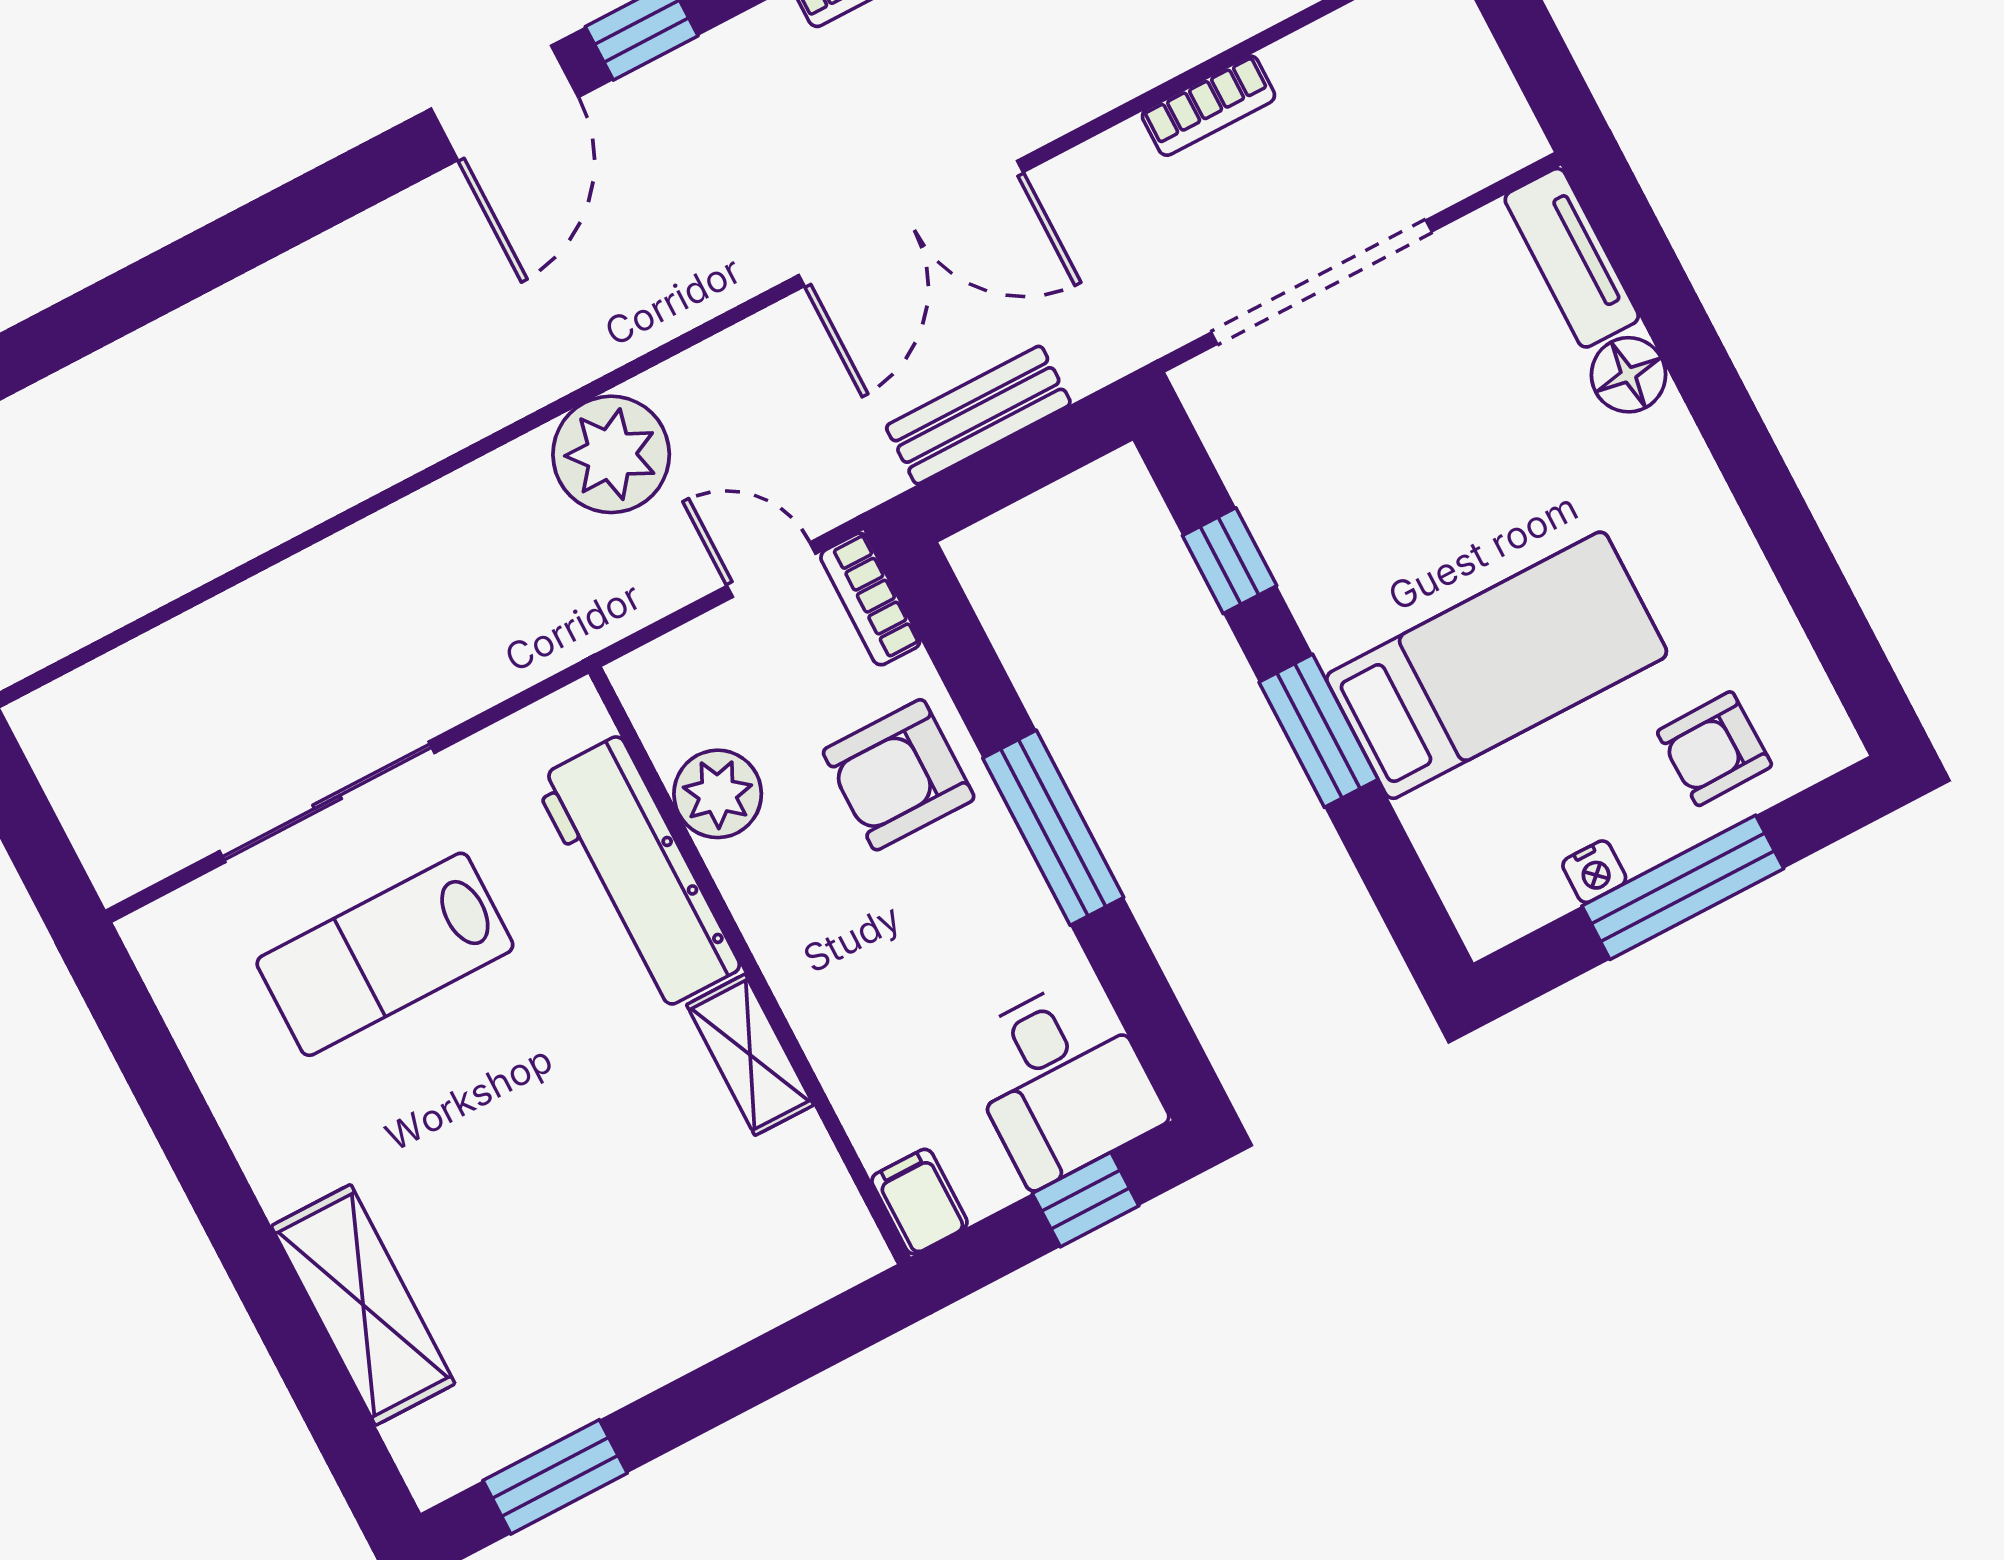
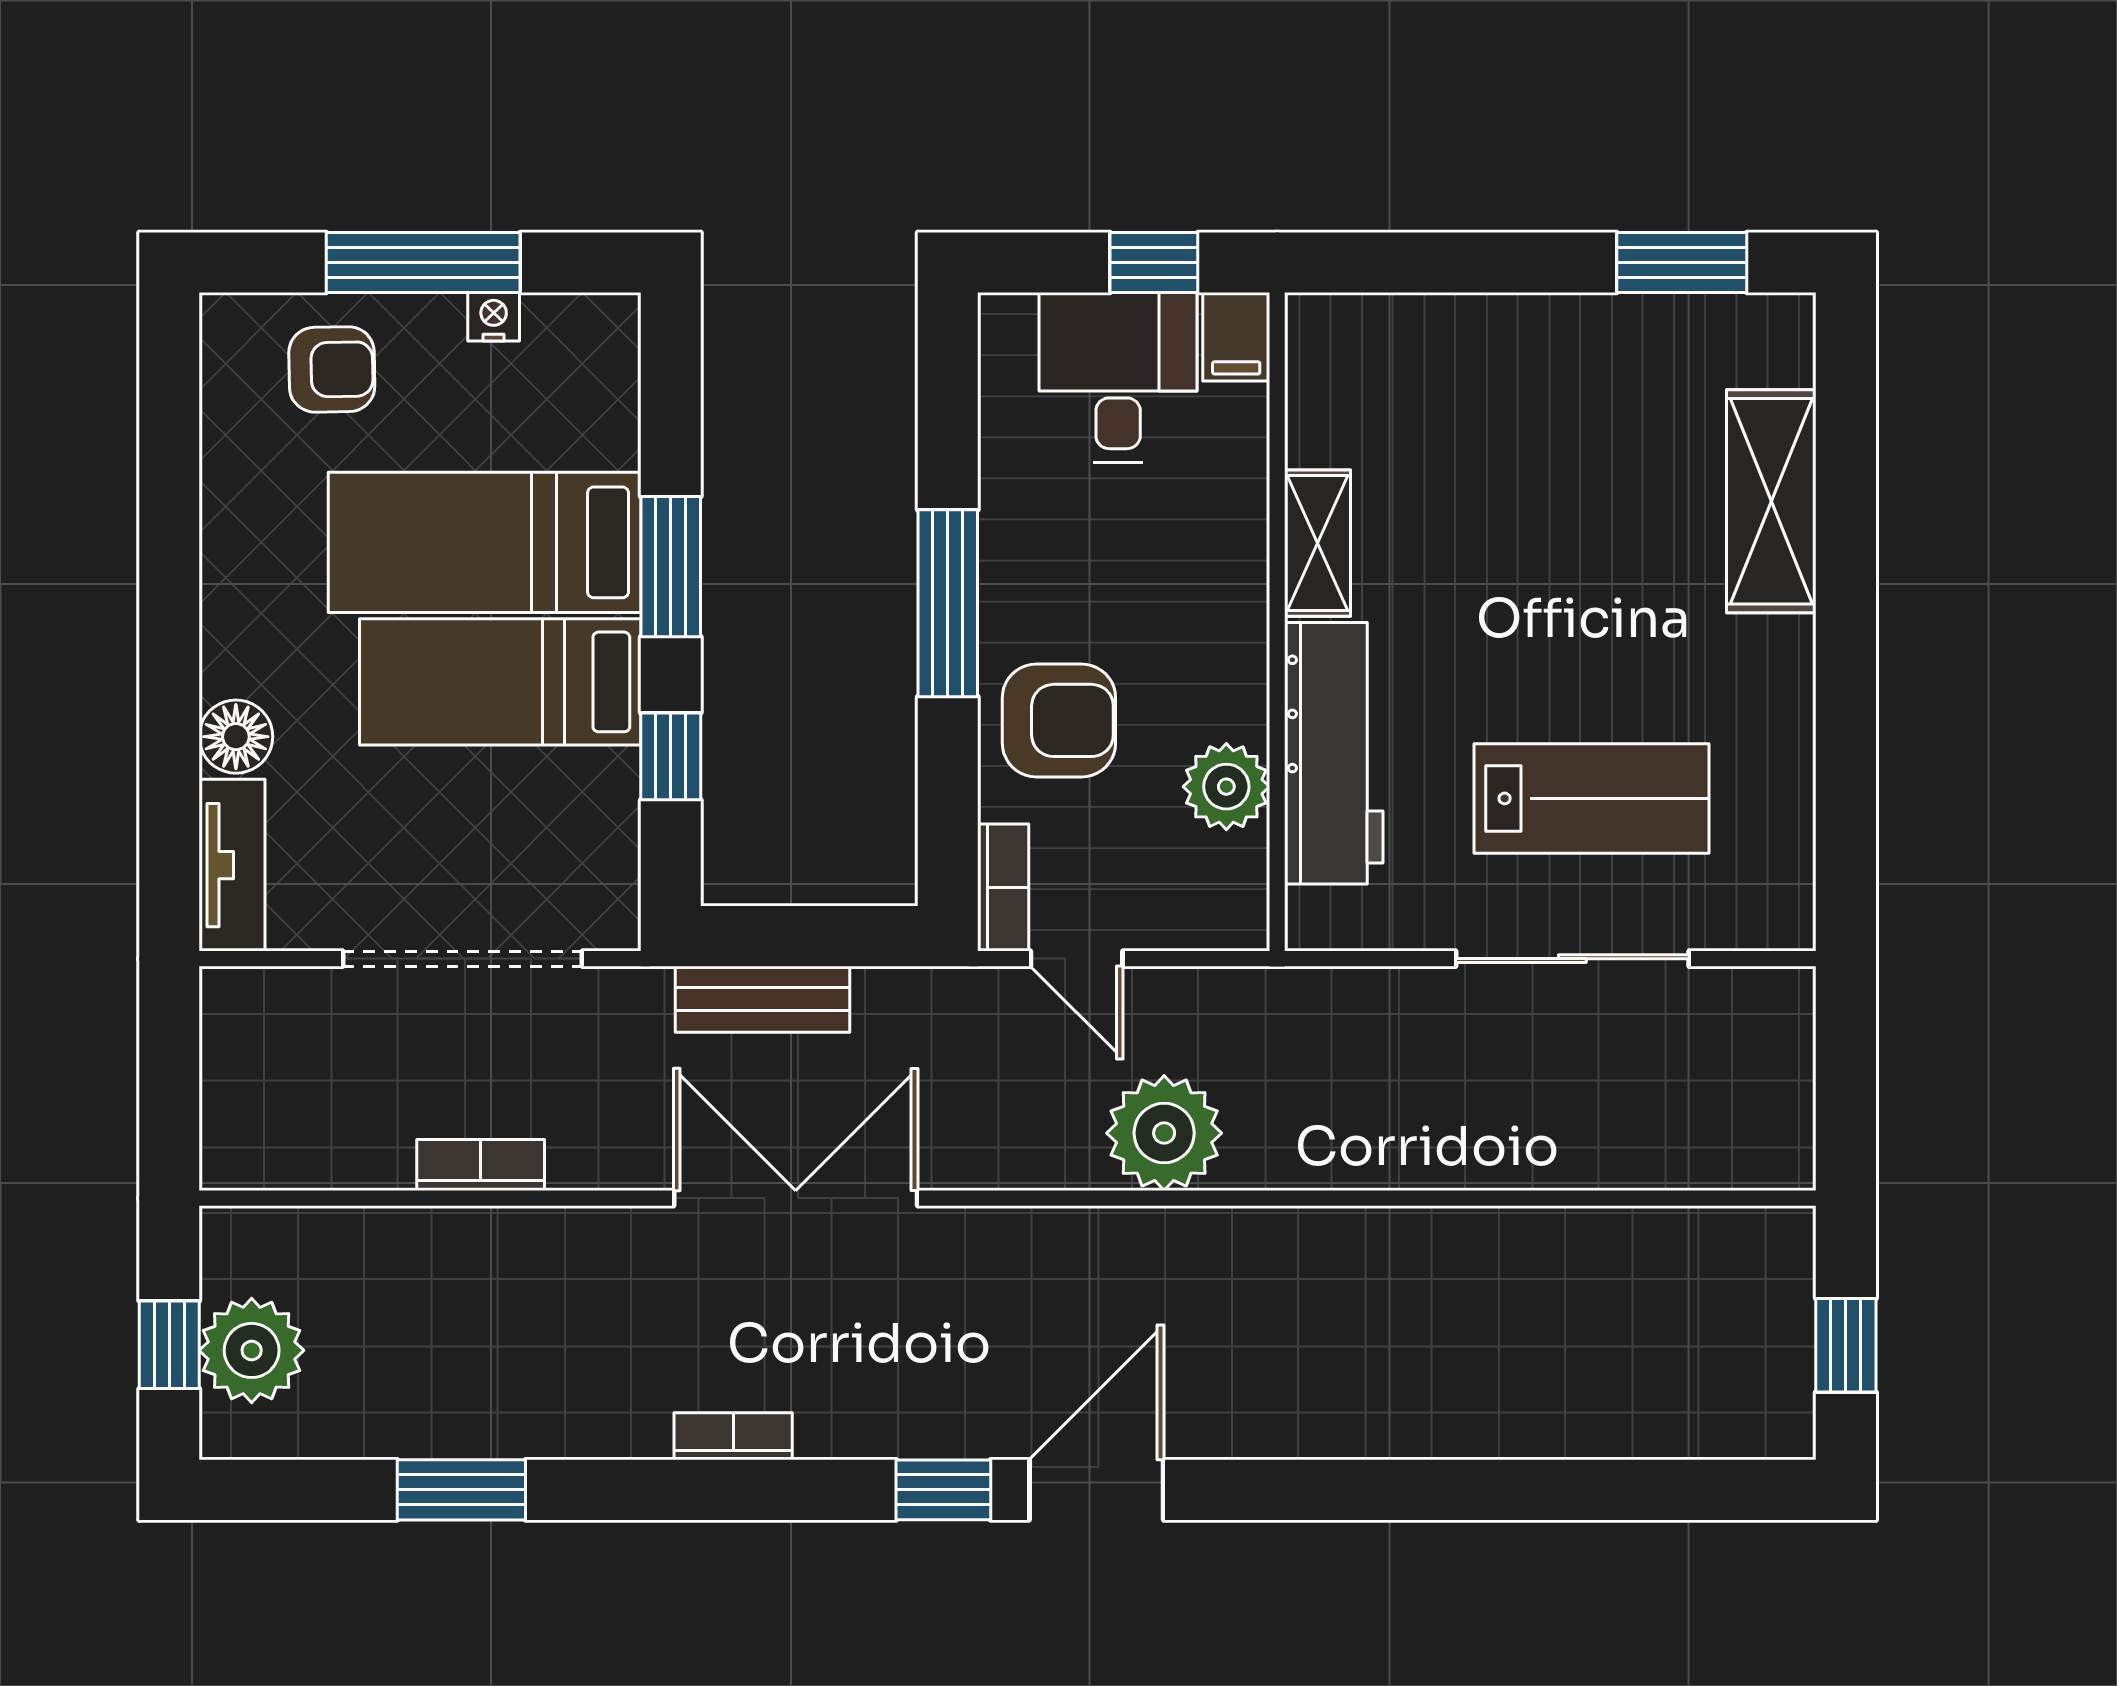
bench: (978, 415) -> (763, 999), moved
bed: (1417, 548) -> (500, 682), added
desk: (1061, 1081) -> (1118, 377), moved
window: (1086, 1200) -> (1154, 262), moved

